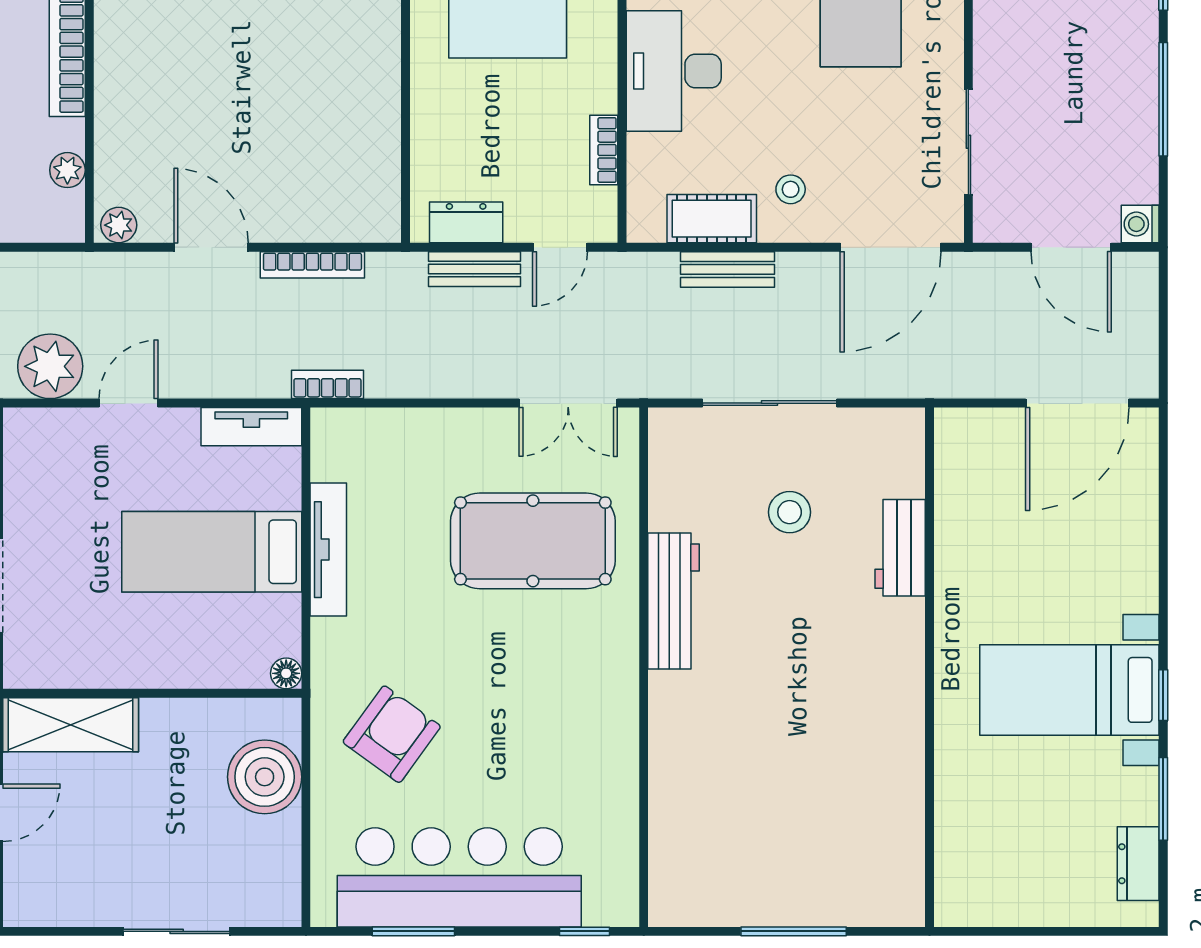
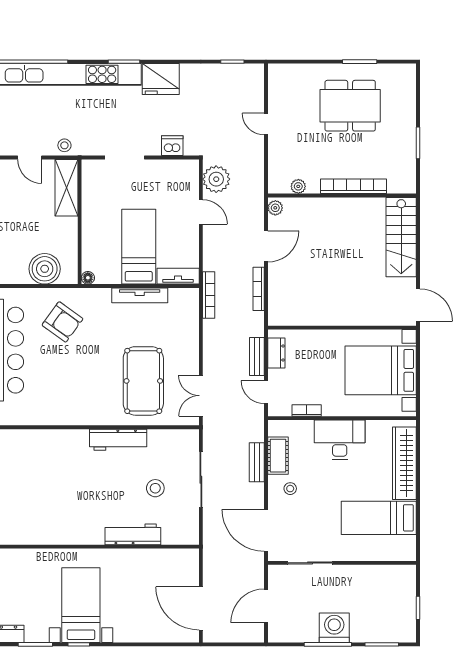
washing machine: (1140, 224) -> (334, 628), moved, width x1.89, depth x1.89
bookcase: (327, 384) -> (209, 295), width x1.56
tv unit: (251, 427) -> (178, 276), moved, turned 90
workbench: (900, 548) -> (133, 534), width x1.38

